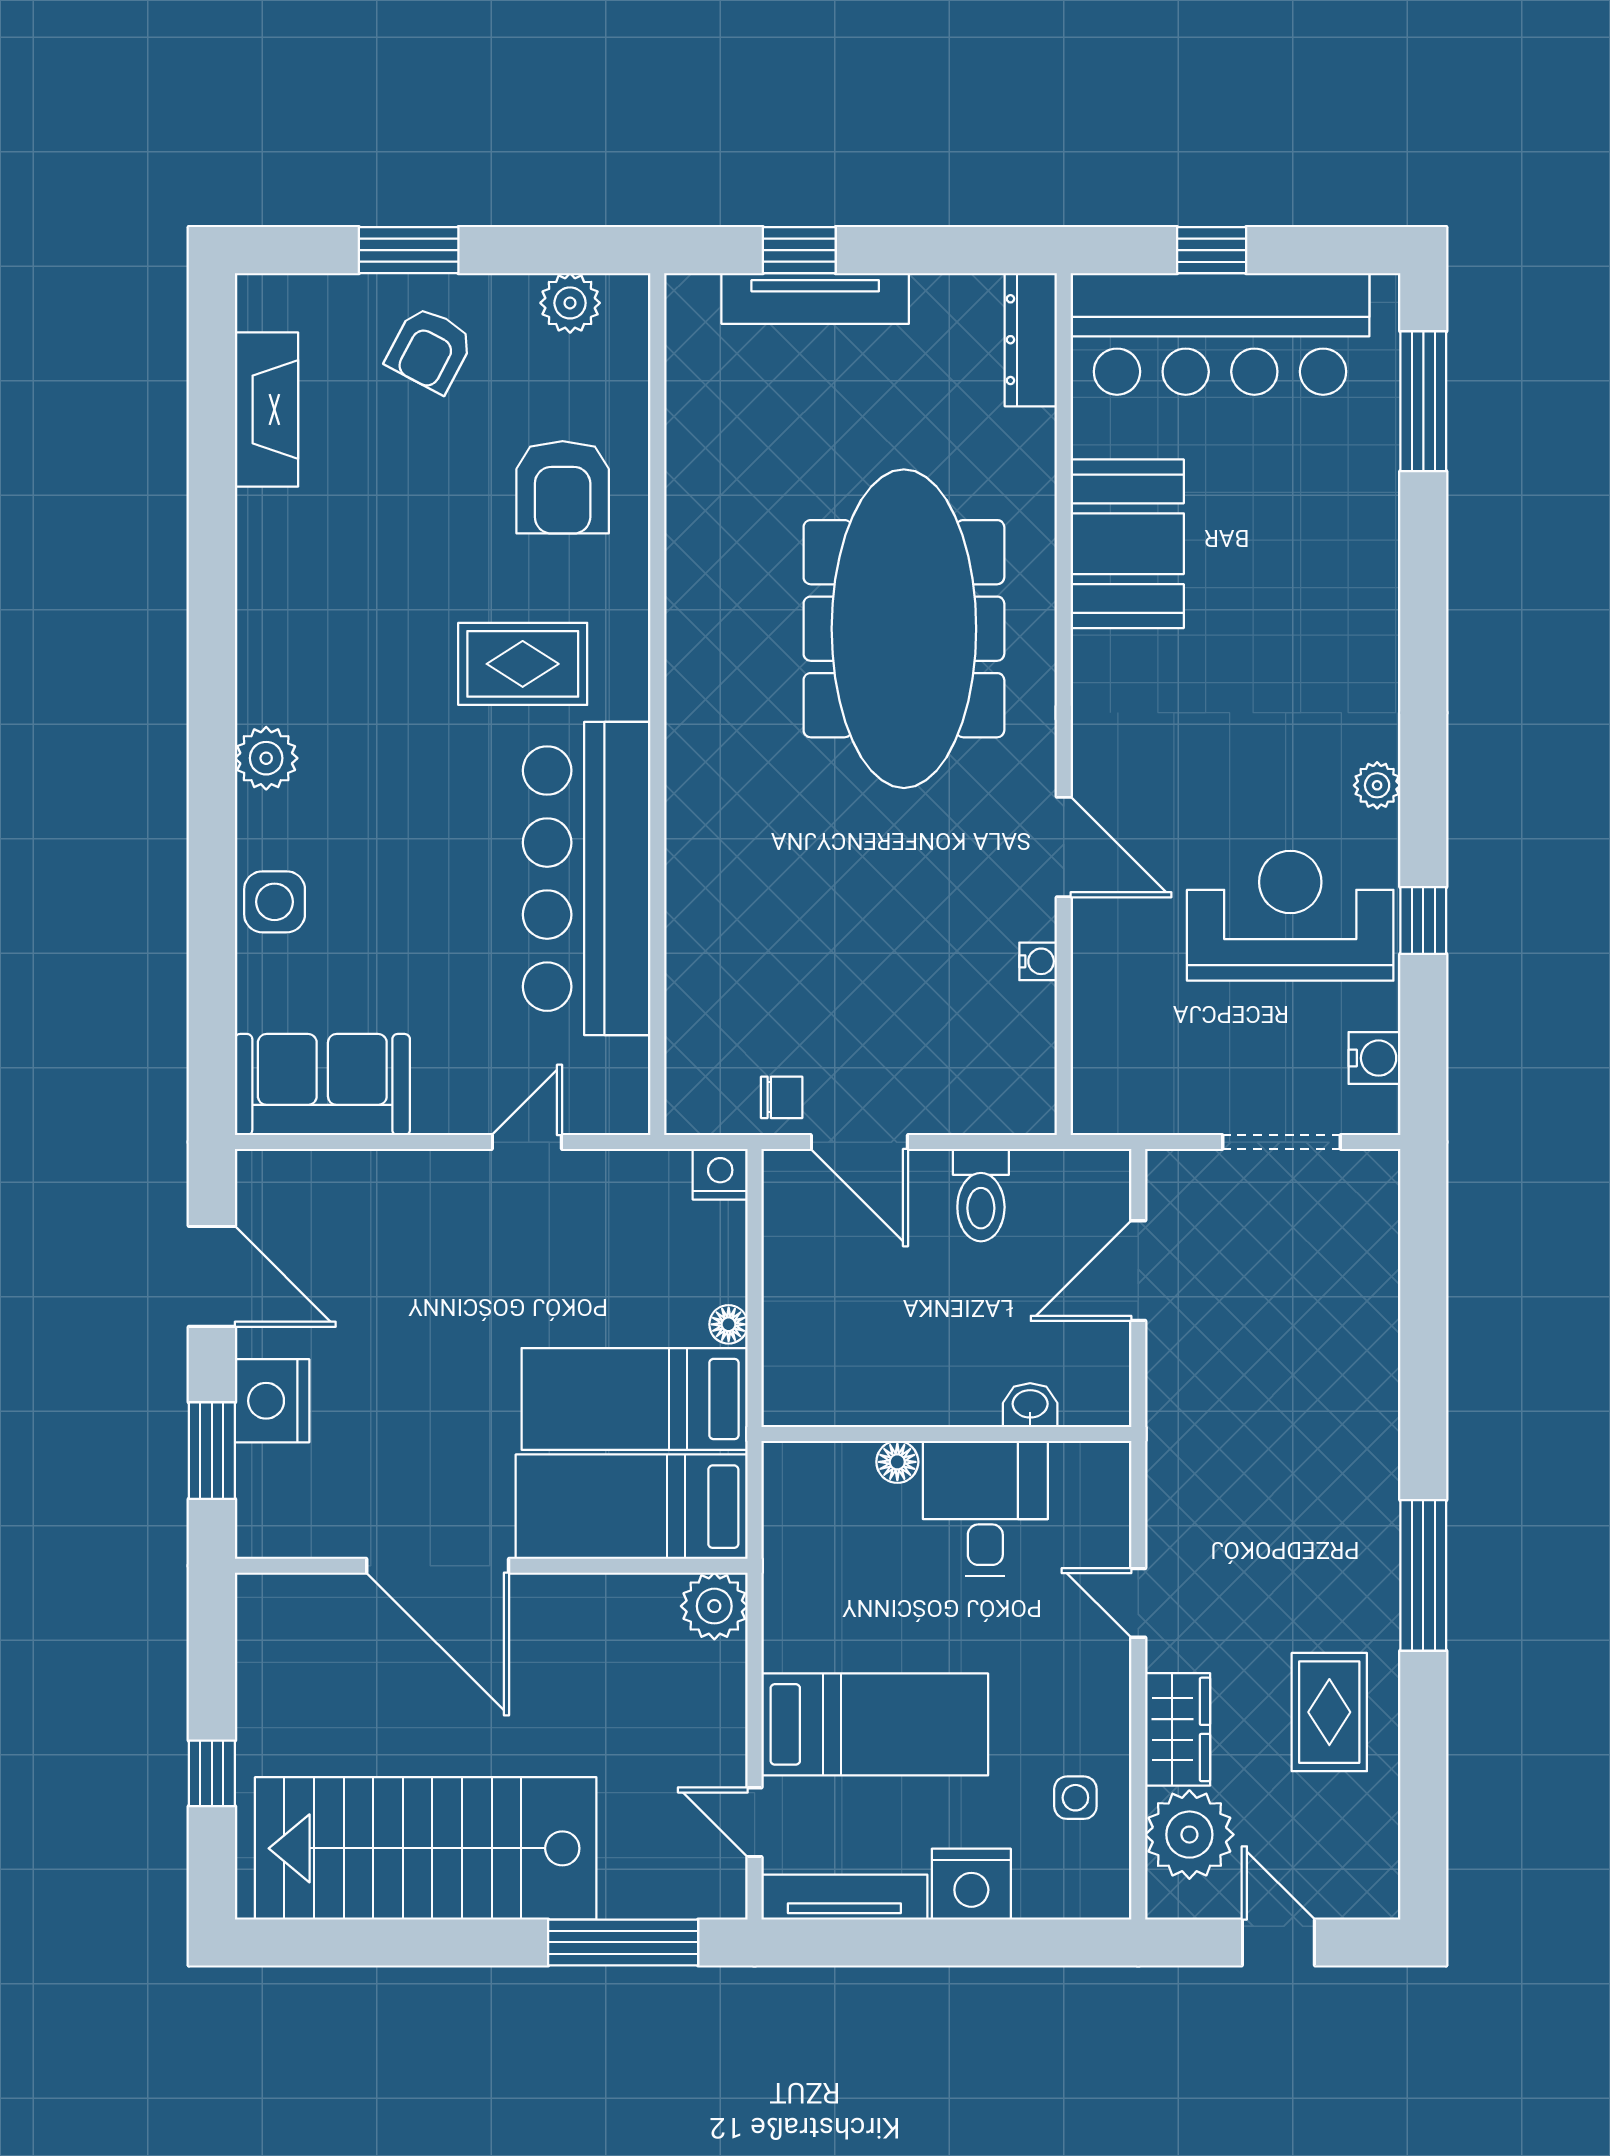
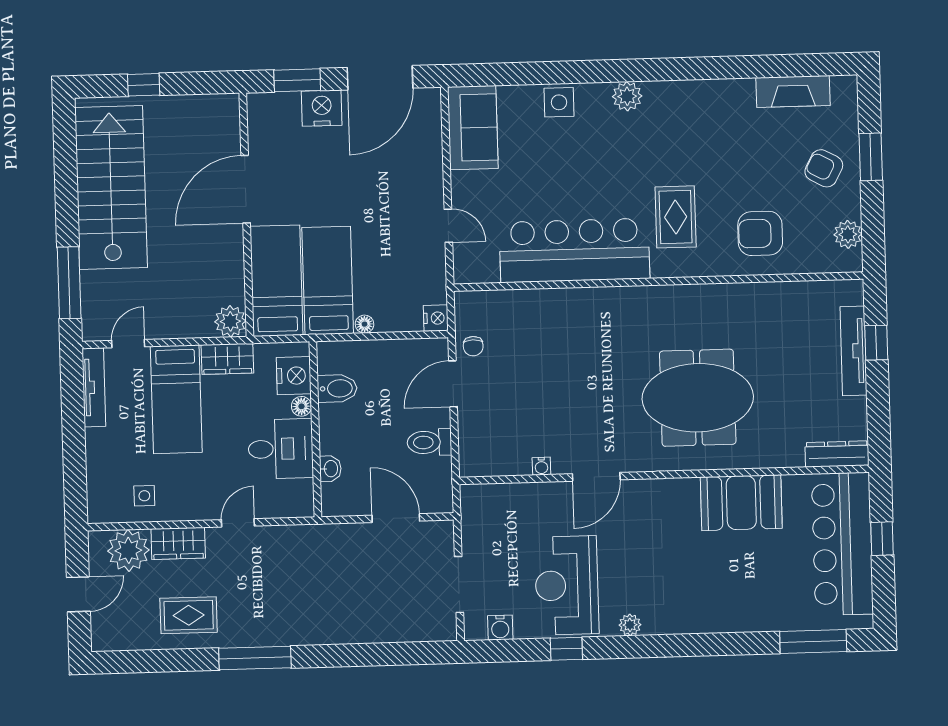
meeting table: (904, 629) -> (698, 398), width x0.73
reception desk: (1290, 916) -> (567, 585), turned 180
door: (212, 1276) -> (380, 78), width x1.36
bidet: (862, 1386) -> (337, 388), added
wardrobe: (793, 1615) -> (227, 359), added
nightstand: (971, 1884) -> (294, 376), moved, turned 180

